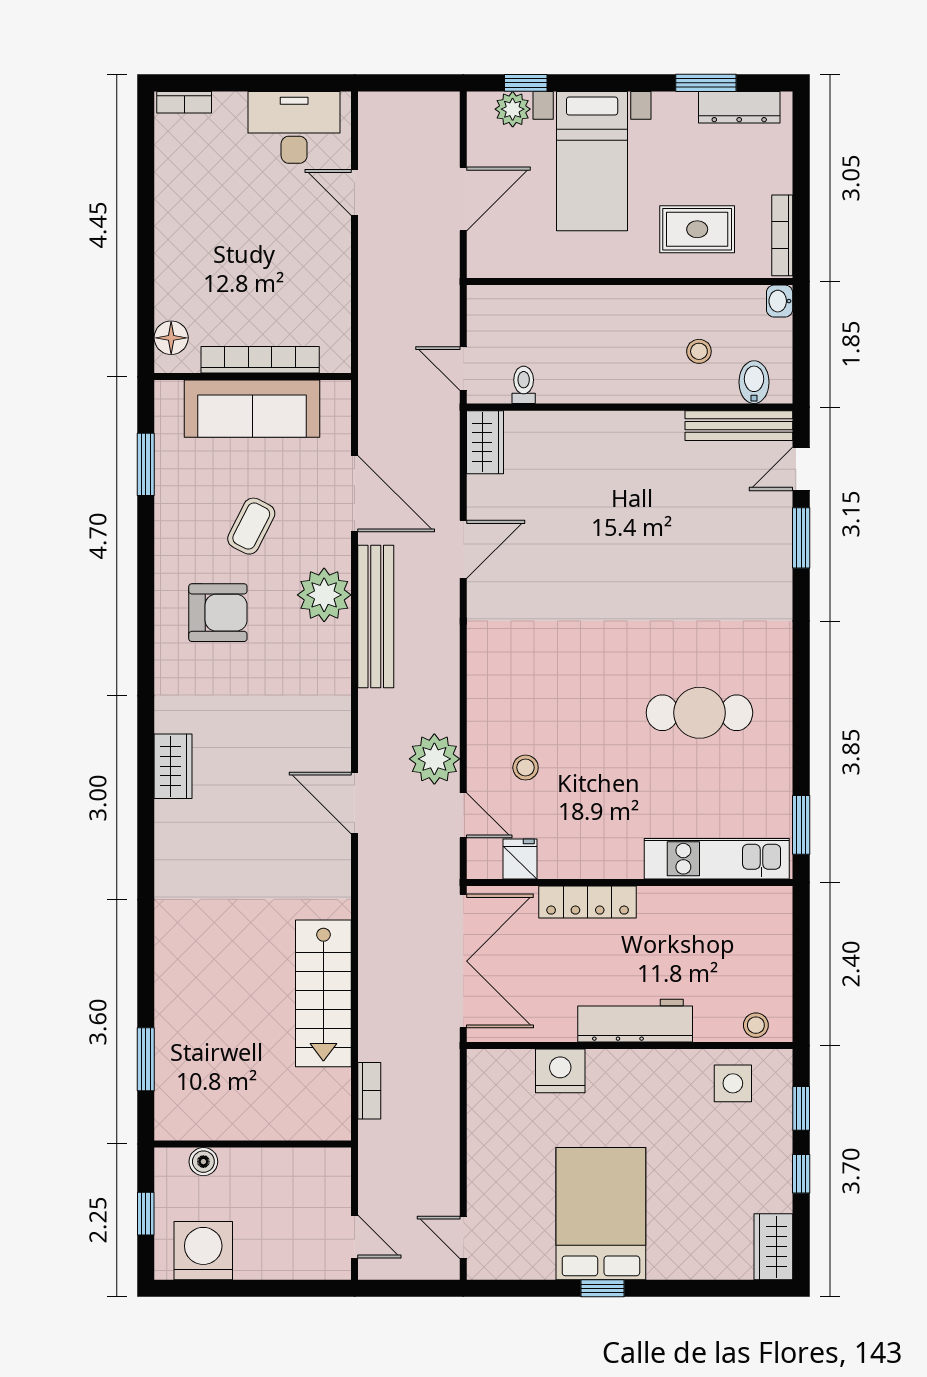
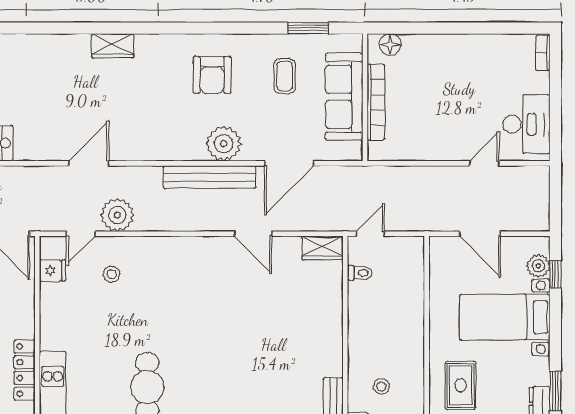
coffee table: (251, 526) -> (285, 76), moved, turned 63
locker: (588, 902) -> (25, 370), moved

